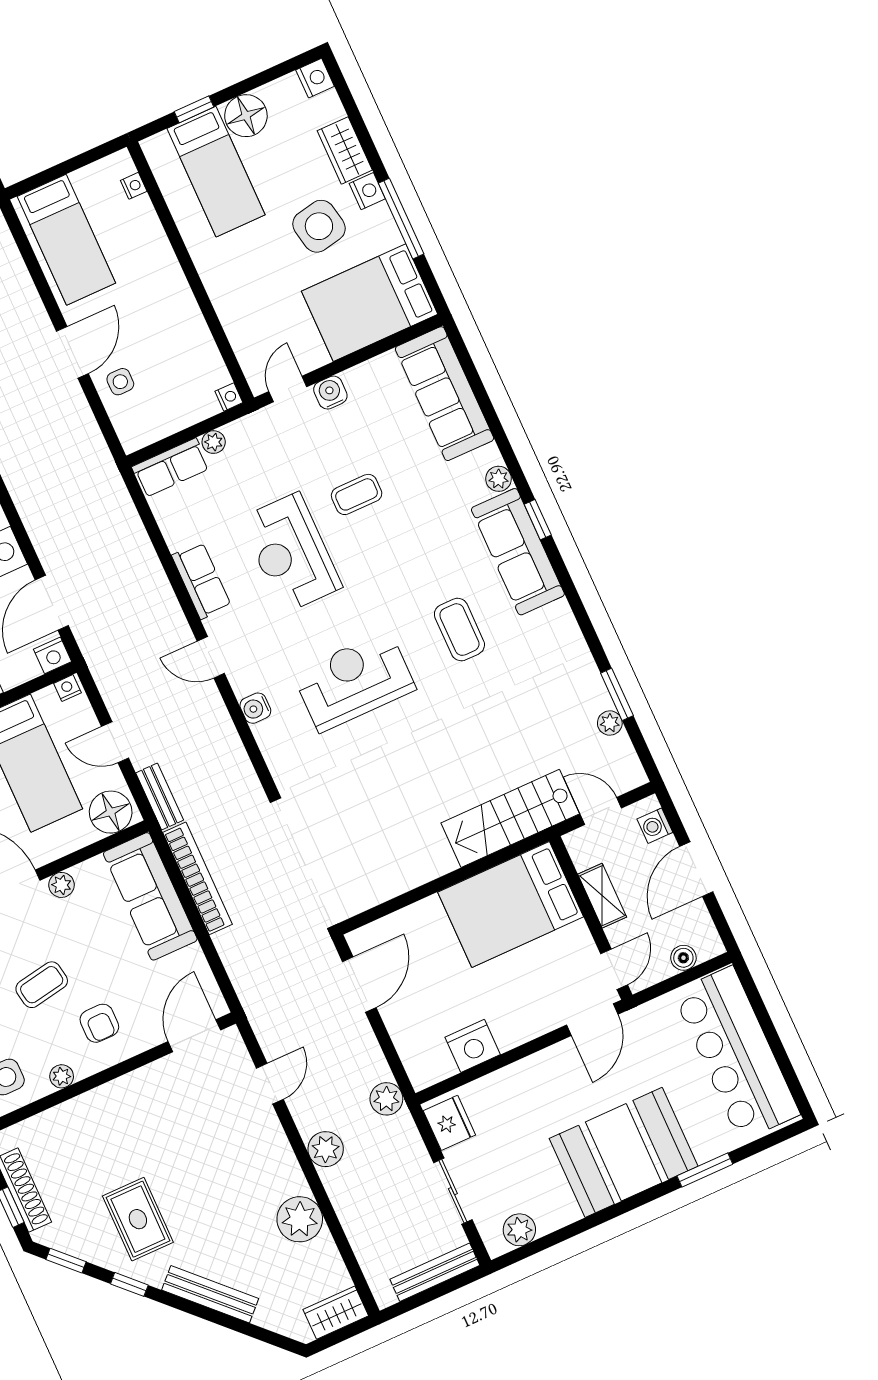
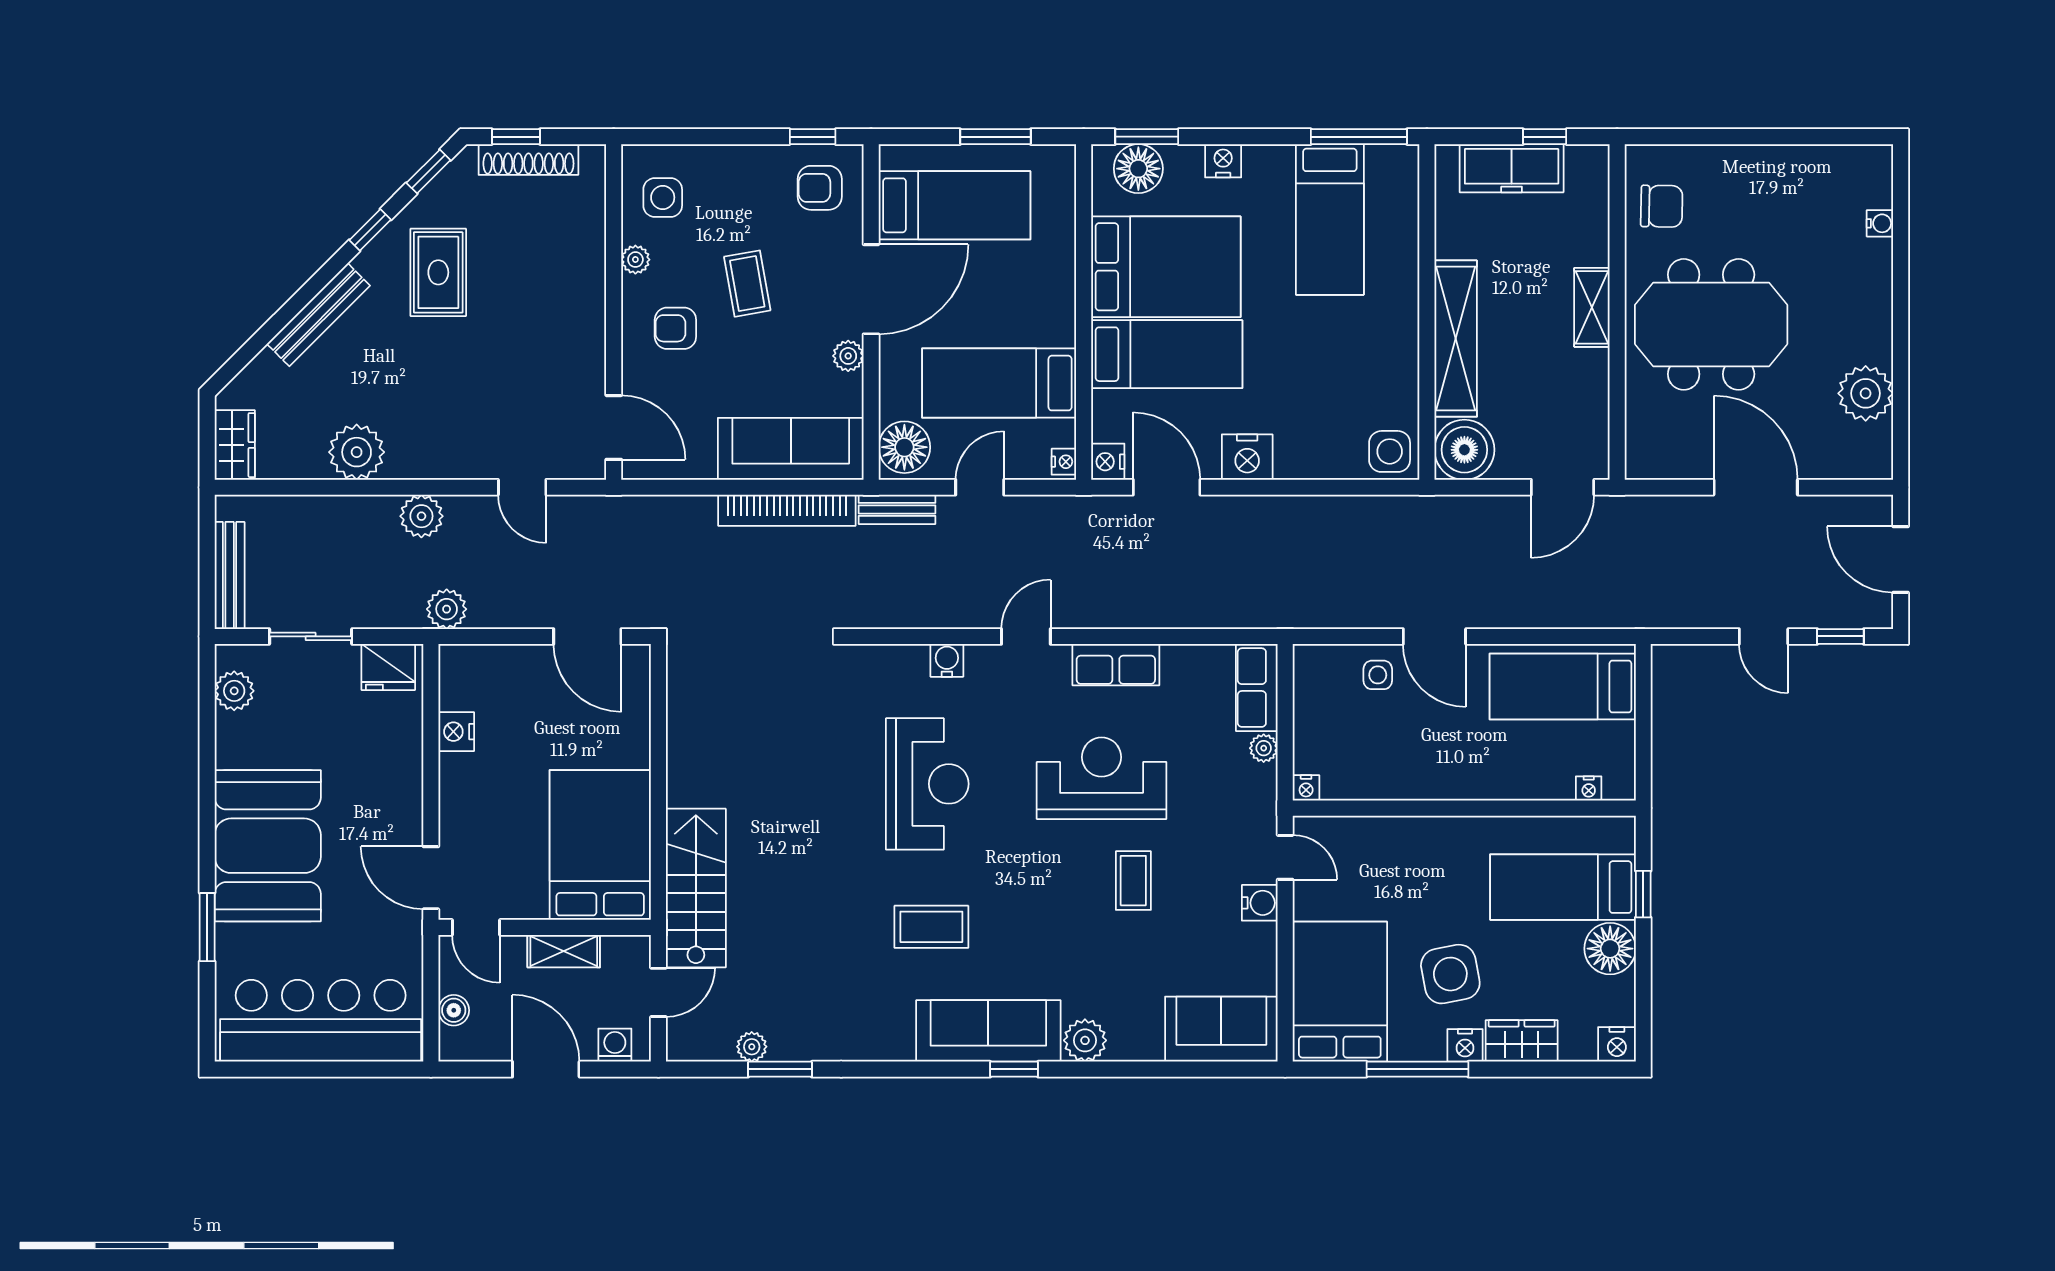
sofa: (445, 394) -> (1221, 1029), width x0.73
plant: (499, 479) -> (1085, 1040), width x1.38, depth x1.38
nightstand: (473, 1046) -> (456, 732), width x0.74, depth x0.75
rug: (138, 1219) -> (438, 272), turned 90

